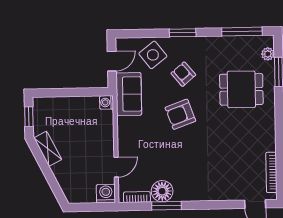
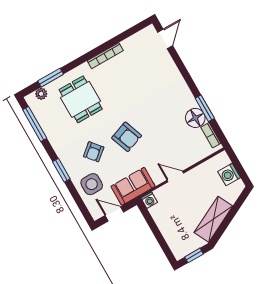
side table: (153, 55) -> (92, 184), turned 38
shelving: (48, 149) -> (213, 219), width x1.50, depth x1.33
door: (116, 167) -> (175, 177), moved
bookcase: (271, 172) -> (105, 56), moved
washing machine: (106, 194) -> (229, 175), moved

